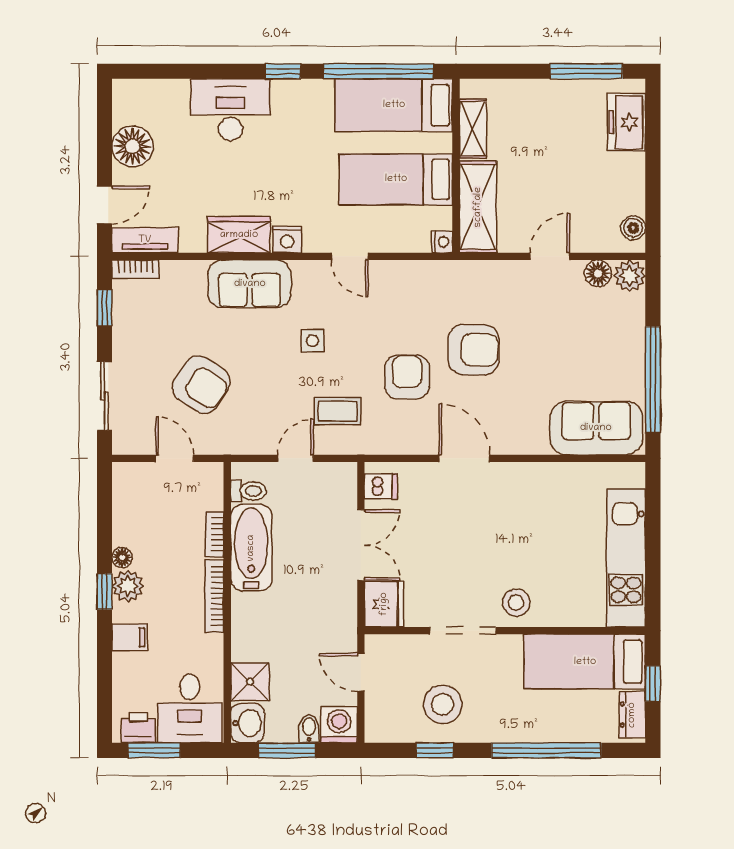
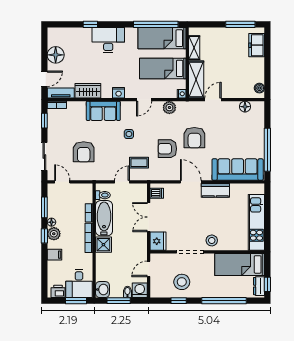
window: (283, 71) -> (90, 24), moved
desk: (231, 110) -> (108, 40), moved
wardrobe: (239, 235) -> (88, 91), moved
door: (350, 256) -> (144, 100), hinge flipped
door: (550, 256) -> (213, 100), moved
plant: (630, 276) -> (169, 108), moved
armchair: (474, 350) -> (194, 138), turned 90
armchair: (407, 377) -> (167, 149), turned -90
armchair: (201, 385) -> (84, 152), turned 57
sofa: (596, 428) -> (238, 170), width x1.36
door: (175, 458) -> (62, 182), moved
kitchen counter: (525, 479) -> (215, 190), added
window: (105, 521) -> (44, 207), added
double door: (361, 545) -> (149, 217), swing flipped
door: (361, 672) -> (149, 269), hinge flipped
shower: (250, 682) -> (103, 245), moved
window: (653, 684) -> (267, 284), moved
window: (154, 750) -> (76, 301), moved

